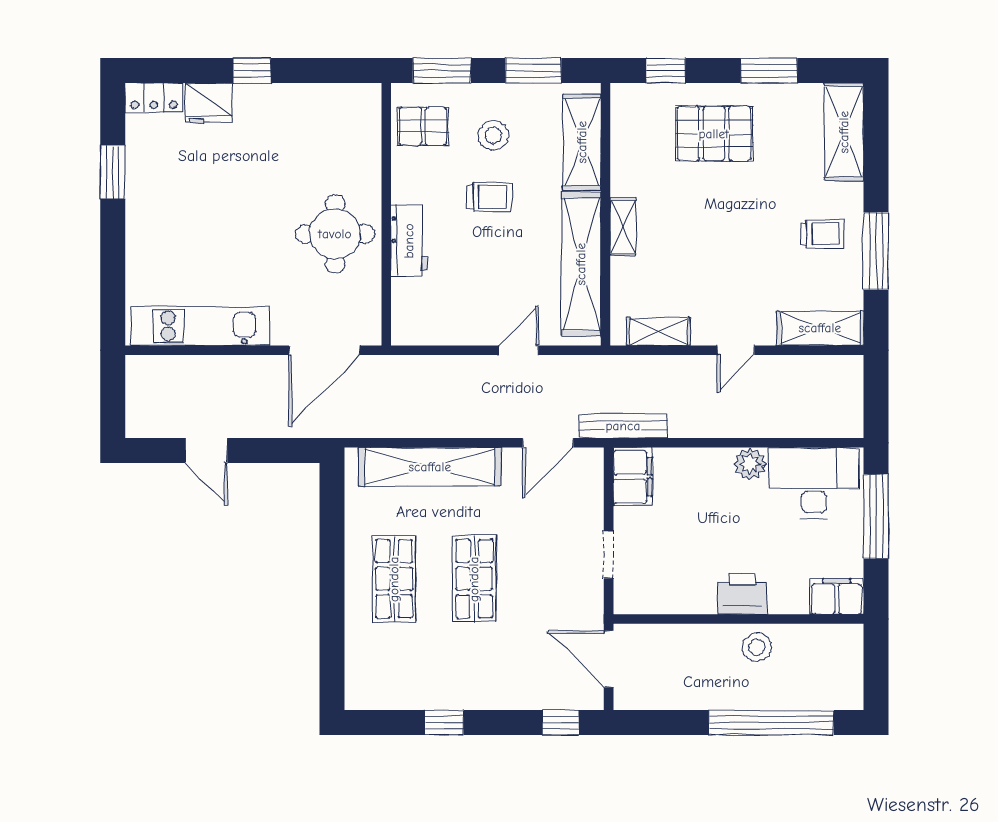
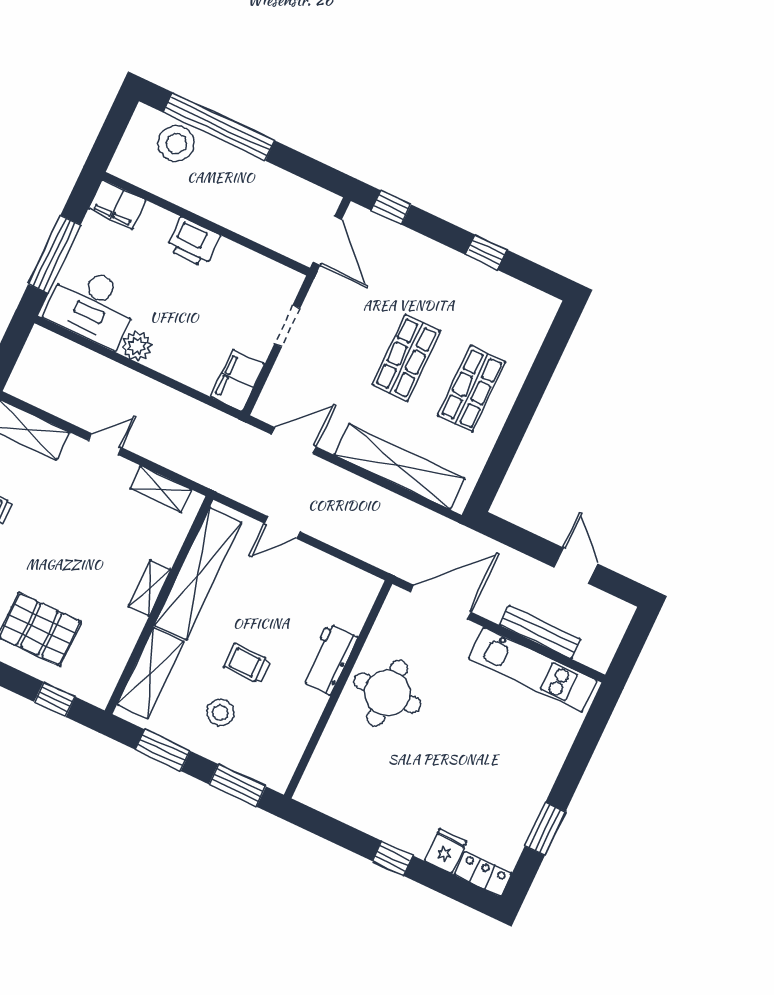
fridge: (208, 103) -> (446, 851), width x0.72
pallet: (423, 126) -> (274, 747), removed
bench: (623, 426) -> (540, 632), moved
stool: (757, 647) -> (176, 144), moved, width x1.38, depth x1.38

